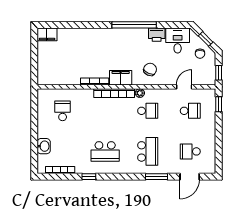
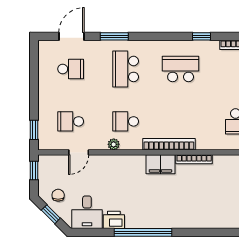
chair: (150, 69) -> (123, 175), removed
plant: (140, 93) -> (114, 144), moved

